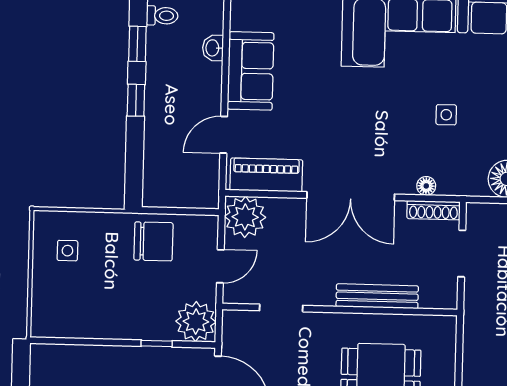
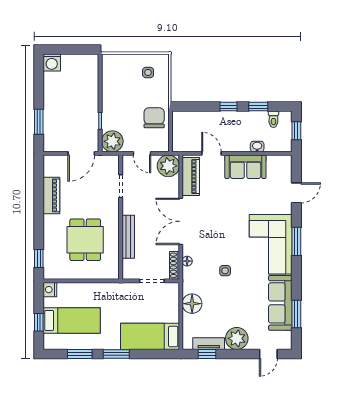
chair: (153, 241) -> (154, 118), turned 180

